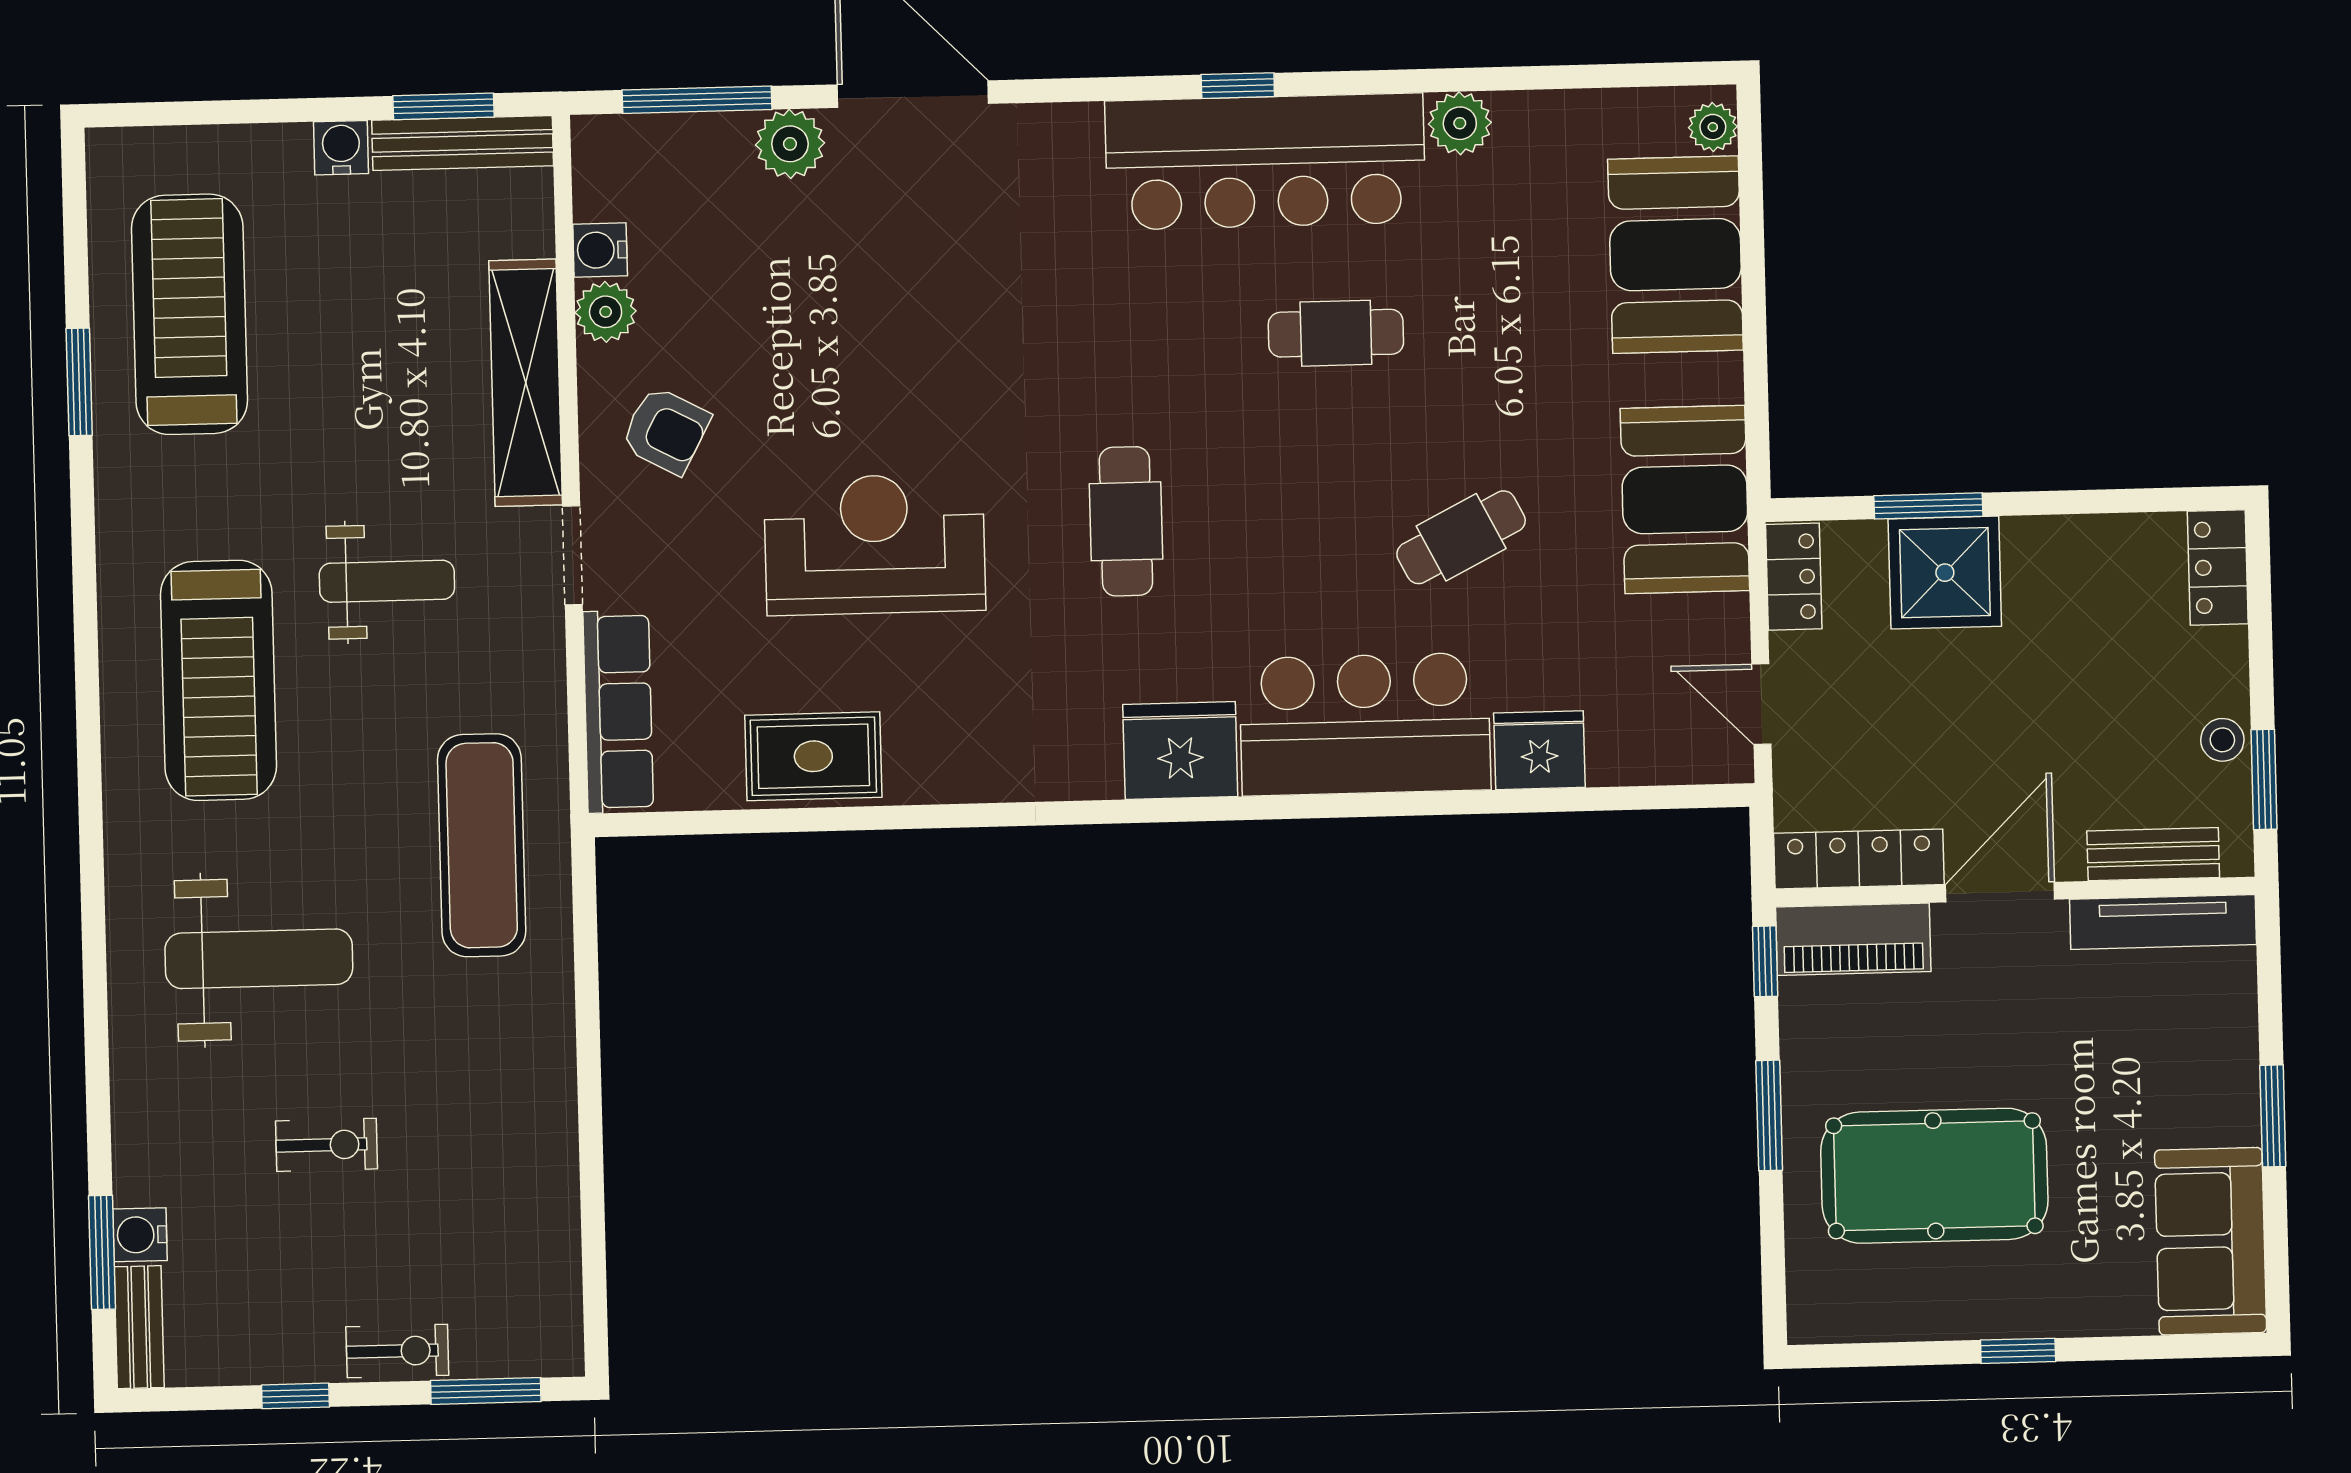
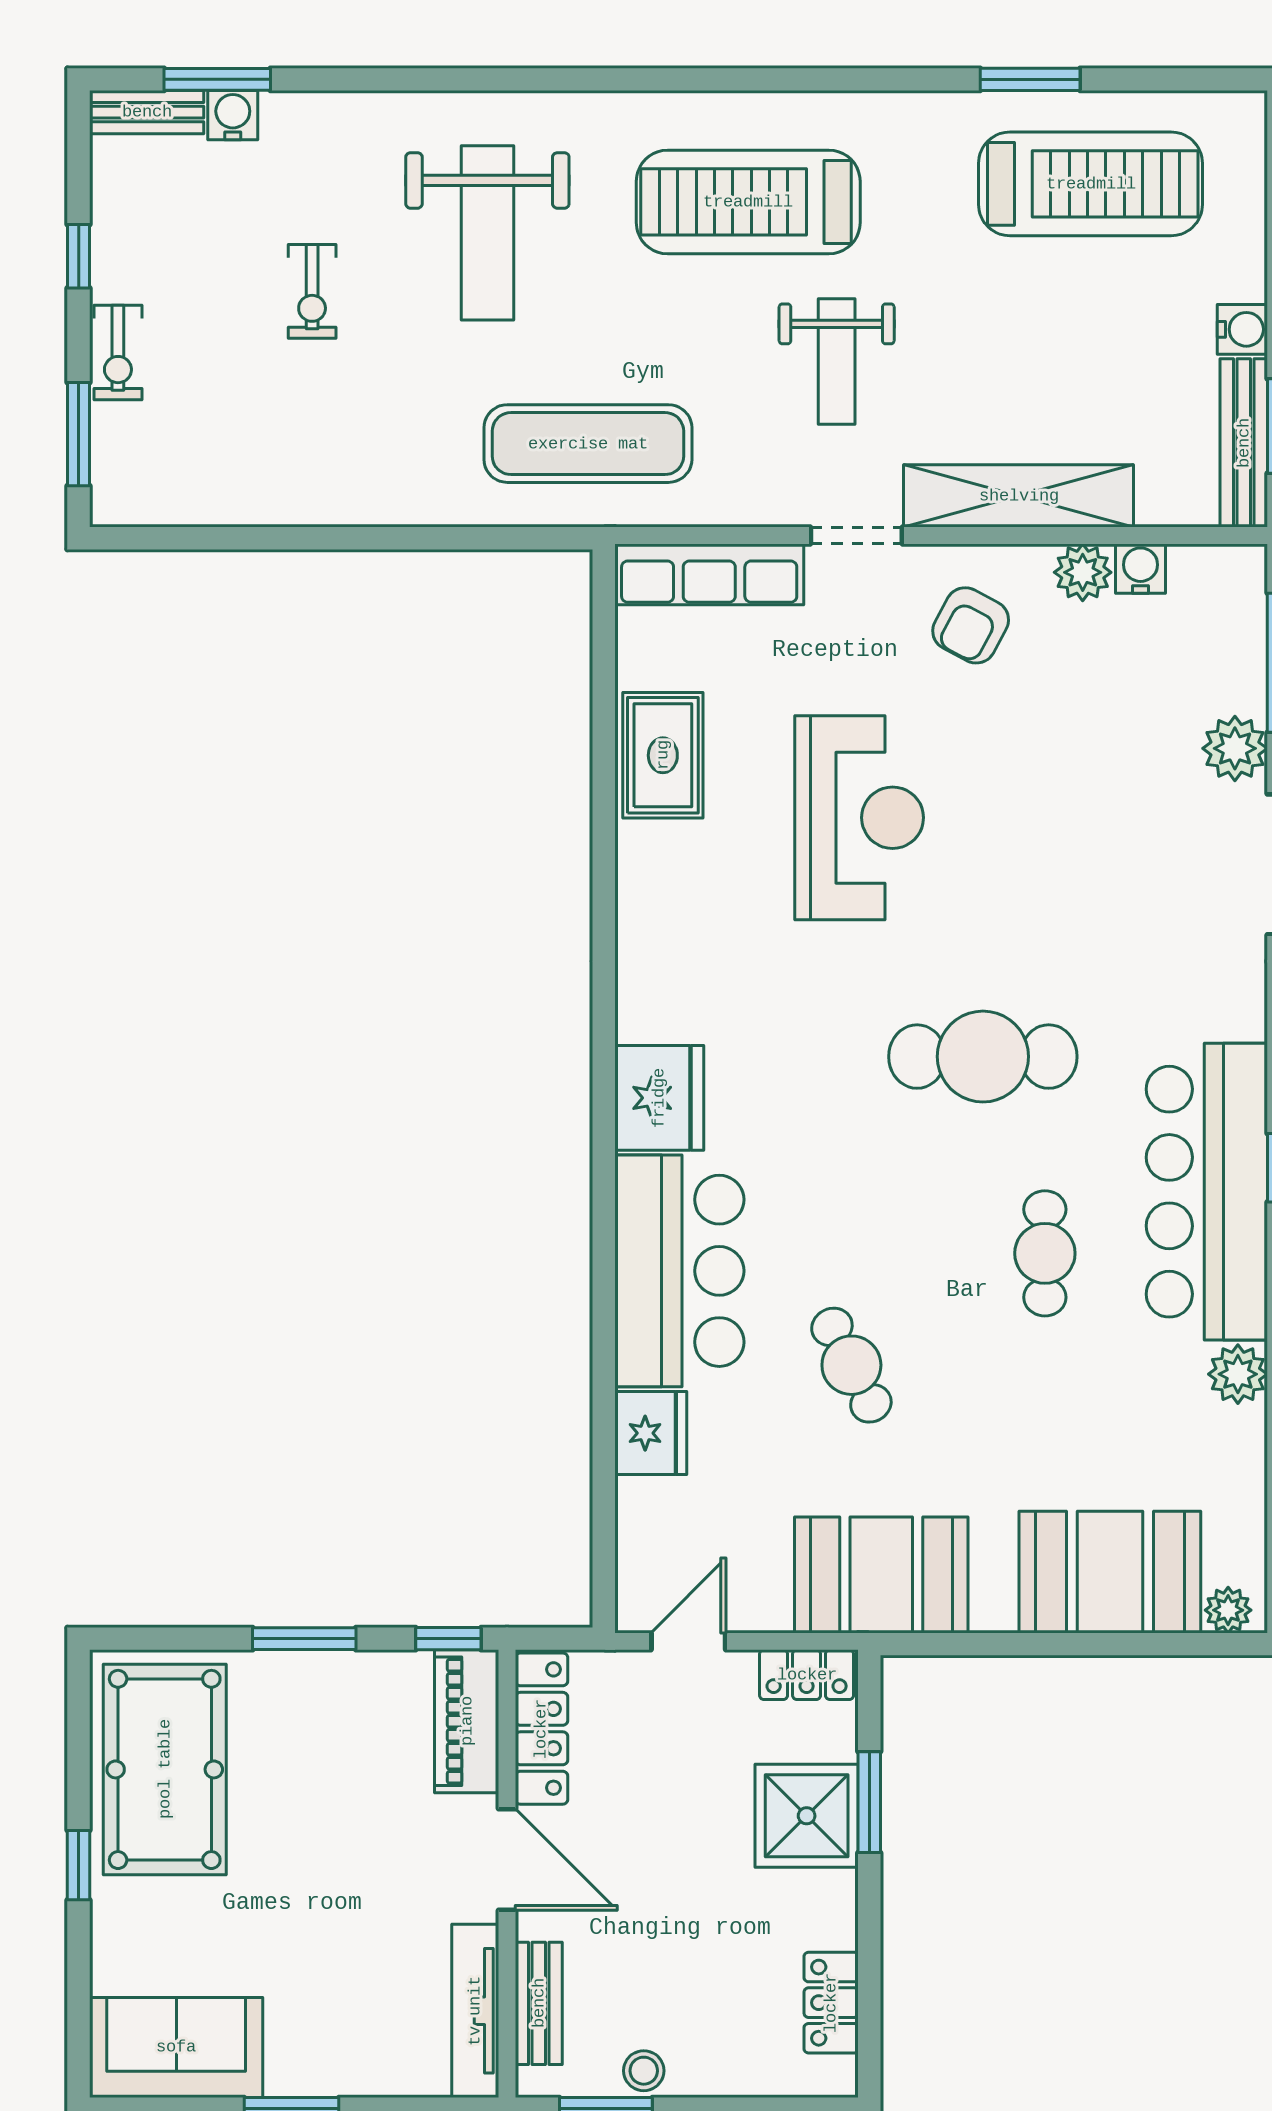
cafe table: (1126, 521) -> (983, 1057), moved, width x1.37, depth x1.35
locker: (2218, 567) -> (831, 2003), moved, turned -90
pool table: (1934, 1176) -> (165, 1769), moved

